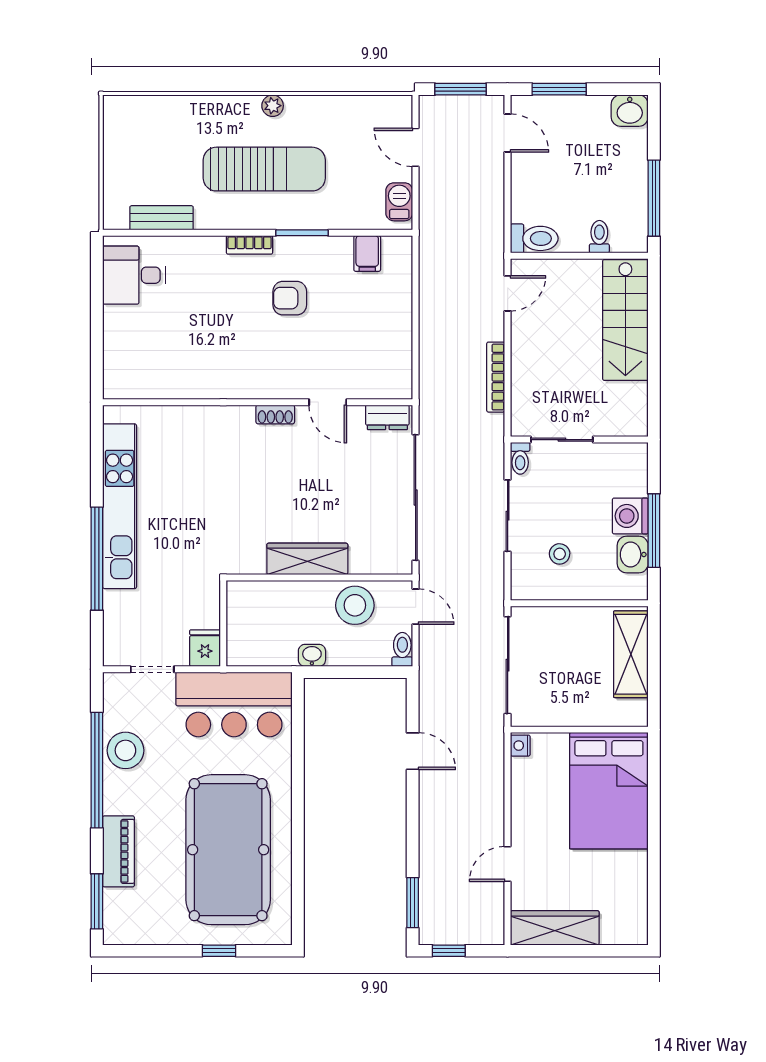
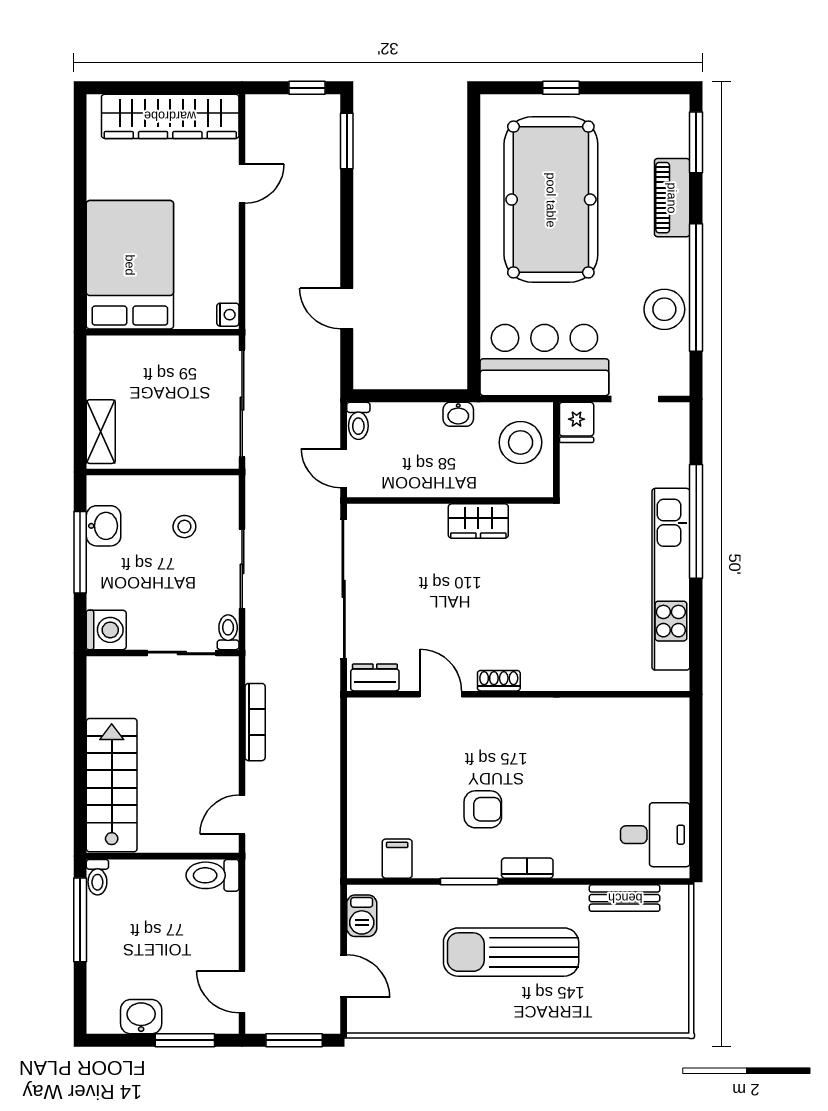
plant: (273, 106) -> (502, 1022), removed
washbasin: (630, 111) -> (141, 1017), moved
toilet: (599, 237) -> (97, 877), moved
washing machine: (630, 516) -> (106, 630), moved
wardrobe: (307, 559) -> (478, 521), width x0.67
stool: (355, 605) -> (521, 442), moved
shelving: (631, 654) -> (101, 432), width x0.67, depth x0.75
wardrobe: (555, 928) -> (170, 116), width x1.40, depth x1.17

